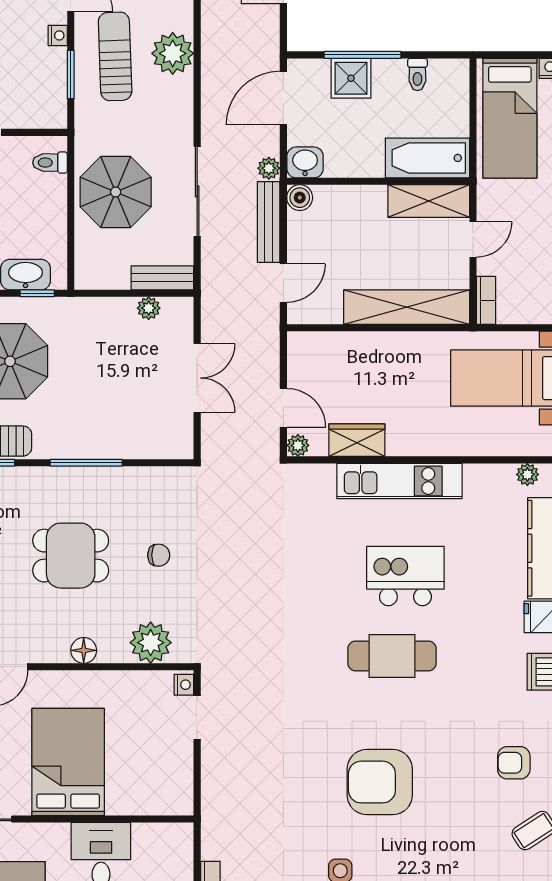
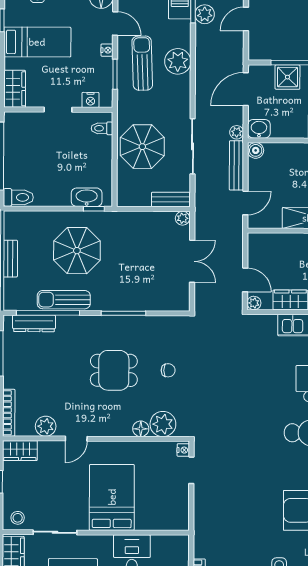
nightstand: (31, 116) -> (90, 100), added
plant: (149, 308) -> (183, 218), moved
floor lamp: (84, 650) -> (141, 429), moved

